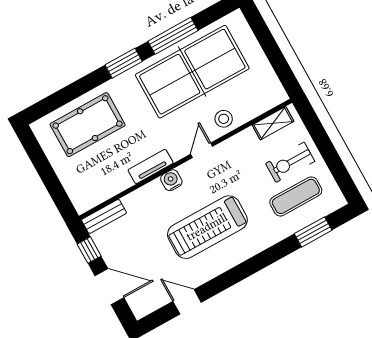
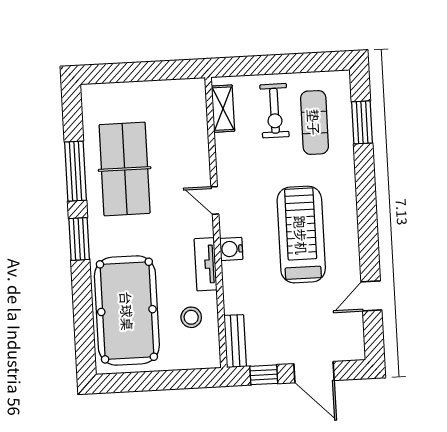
table tennis table: (192, 72) -> (125, 169), width x0.73, depth x0.76
stool: (224, 119) -> (191, 317), moved
pool table: (88, 125) -> (127, 311), width x1.36, depth x1.32
treadmill: (207, 227) -> (301, 235), turned 180
door: (109, 287) -> (314, 372), swing flipped

